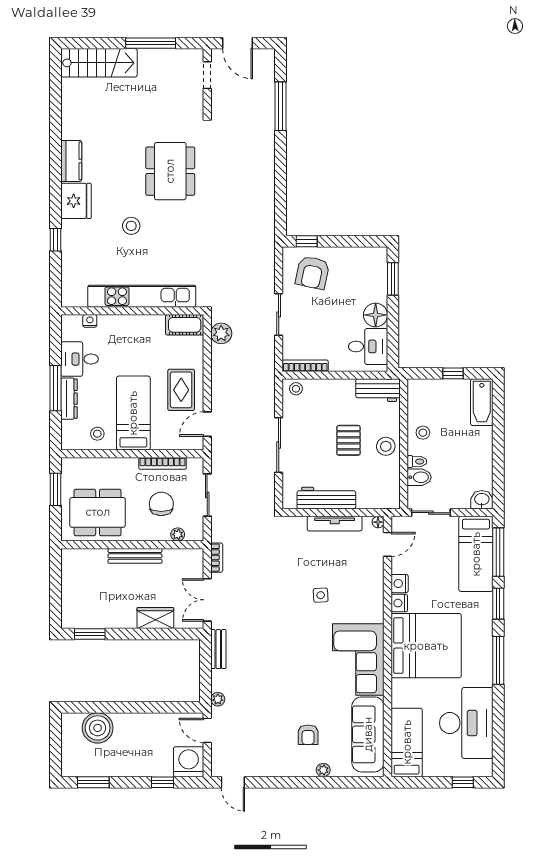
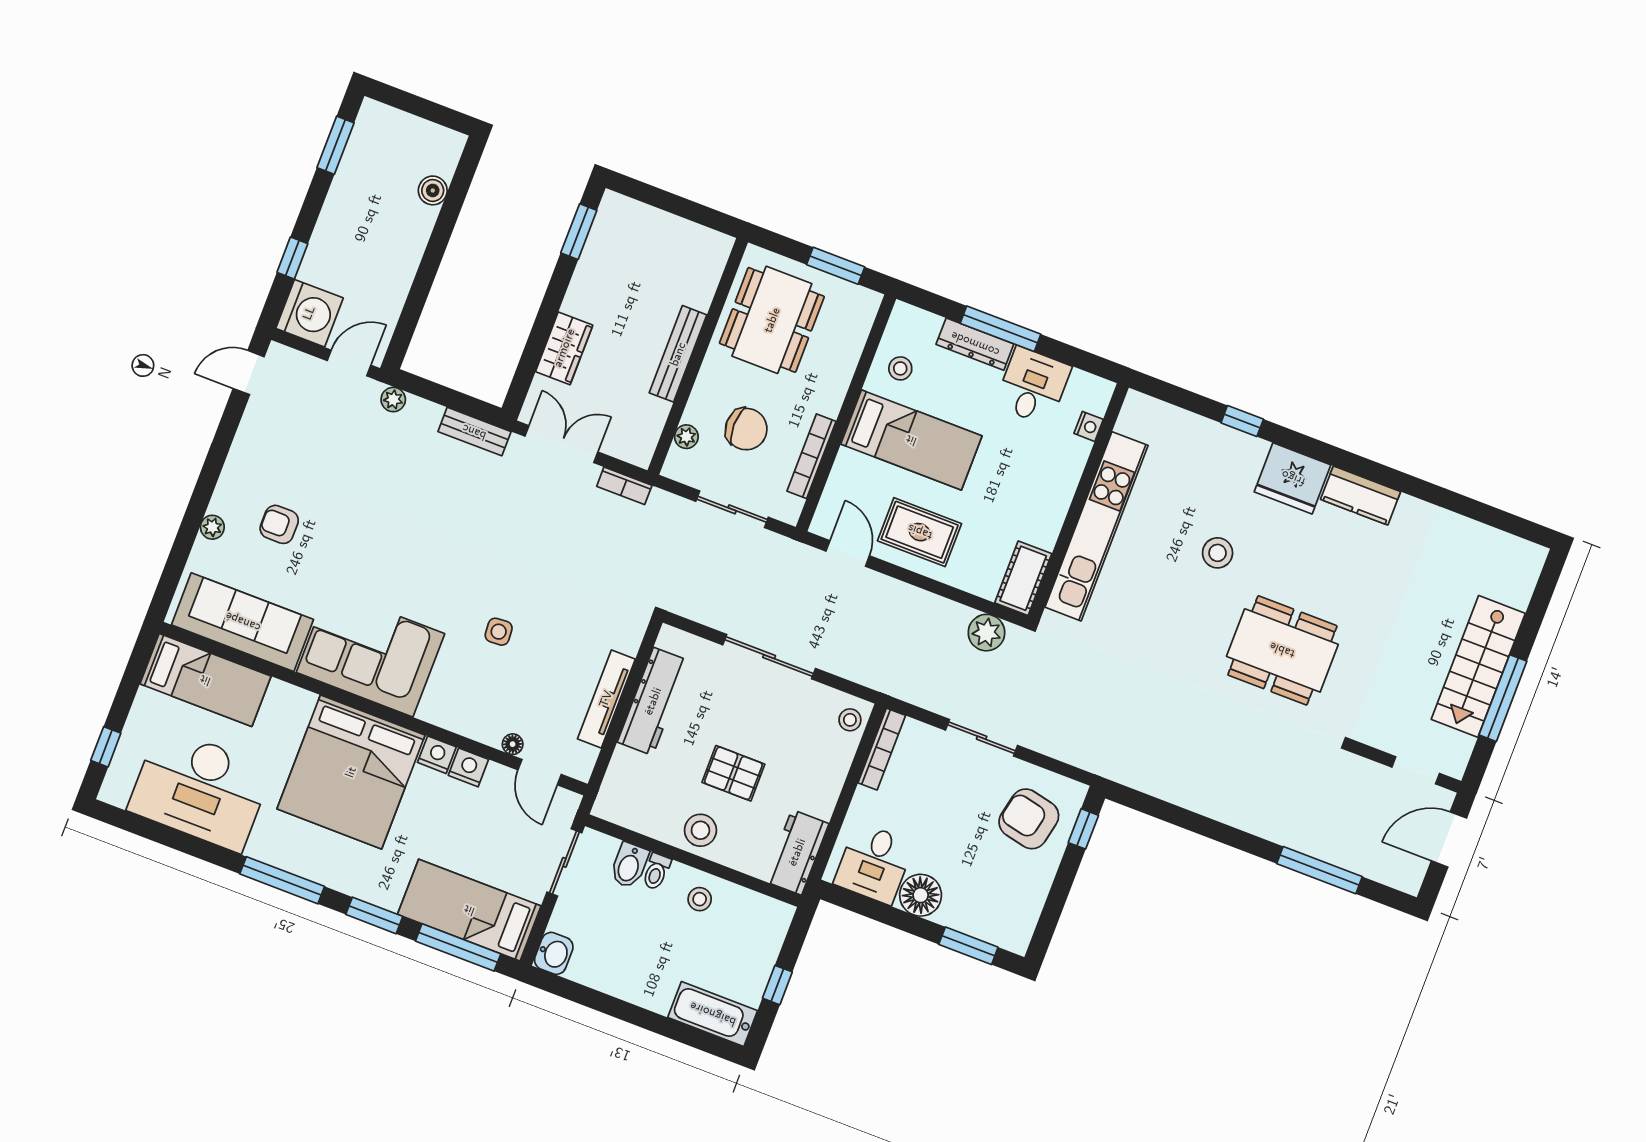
stairs: (99, 63) -> (1478, 666), moved
floor lamp: (378, 522) -> (513, 744), moved
boiler: (98, 728) -> (433, 190), width x0.54, depth x0.54

